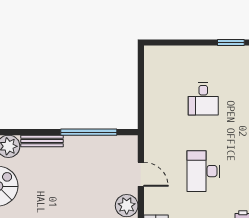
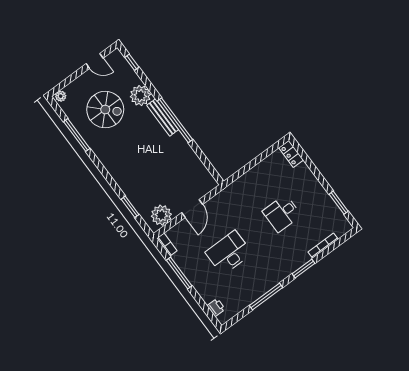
locker: (157, 52) -> (291, 154), added
window: (89, 132) -> (175, 120), moved

